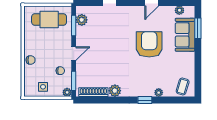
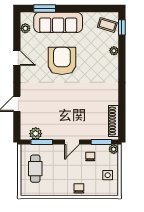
cafe table: (49, 19) -> (35, 169), width x0.73, depth x0.74
sofa: (185, 35) -> (58, 22), width x1.36
armchair: (149, 44) -> (62, 61), turned 90
door: (74, 54) -> (72, 142), swing flipped
plant: (115, 91) -> (112, 98), removed
window: (145, 100) -> (122, 27), moved

